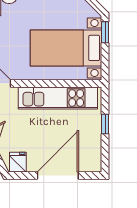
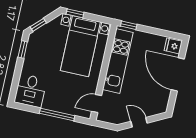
window: (105, 124) -> (129, 25), moved
fridge: (18, 162) -> (173, 46), moved

